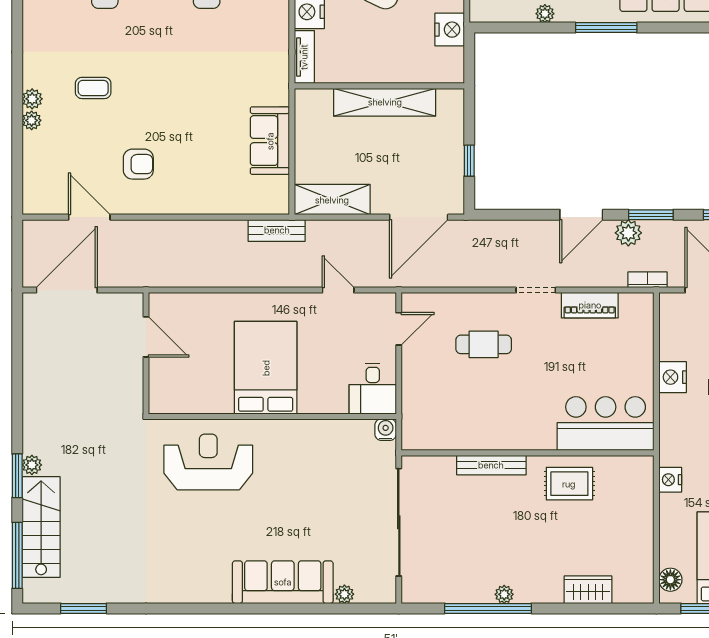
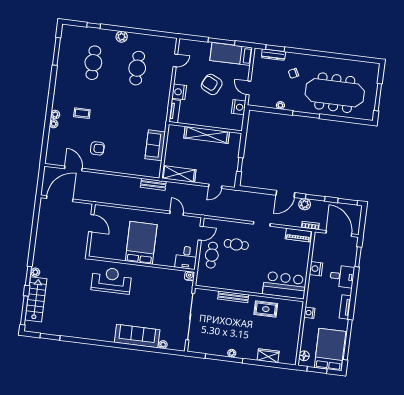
door: (419, 217) -> (215, 186), width x0.53
piano: (590, 305) -> (298, 235), moved
cafe table: (431, 376) -> (212, 255), added

